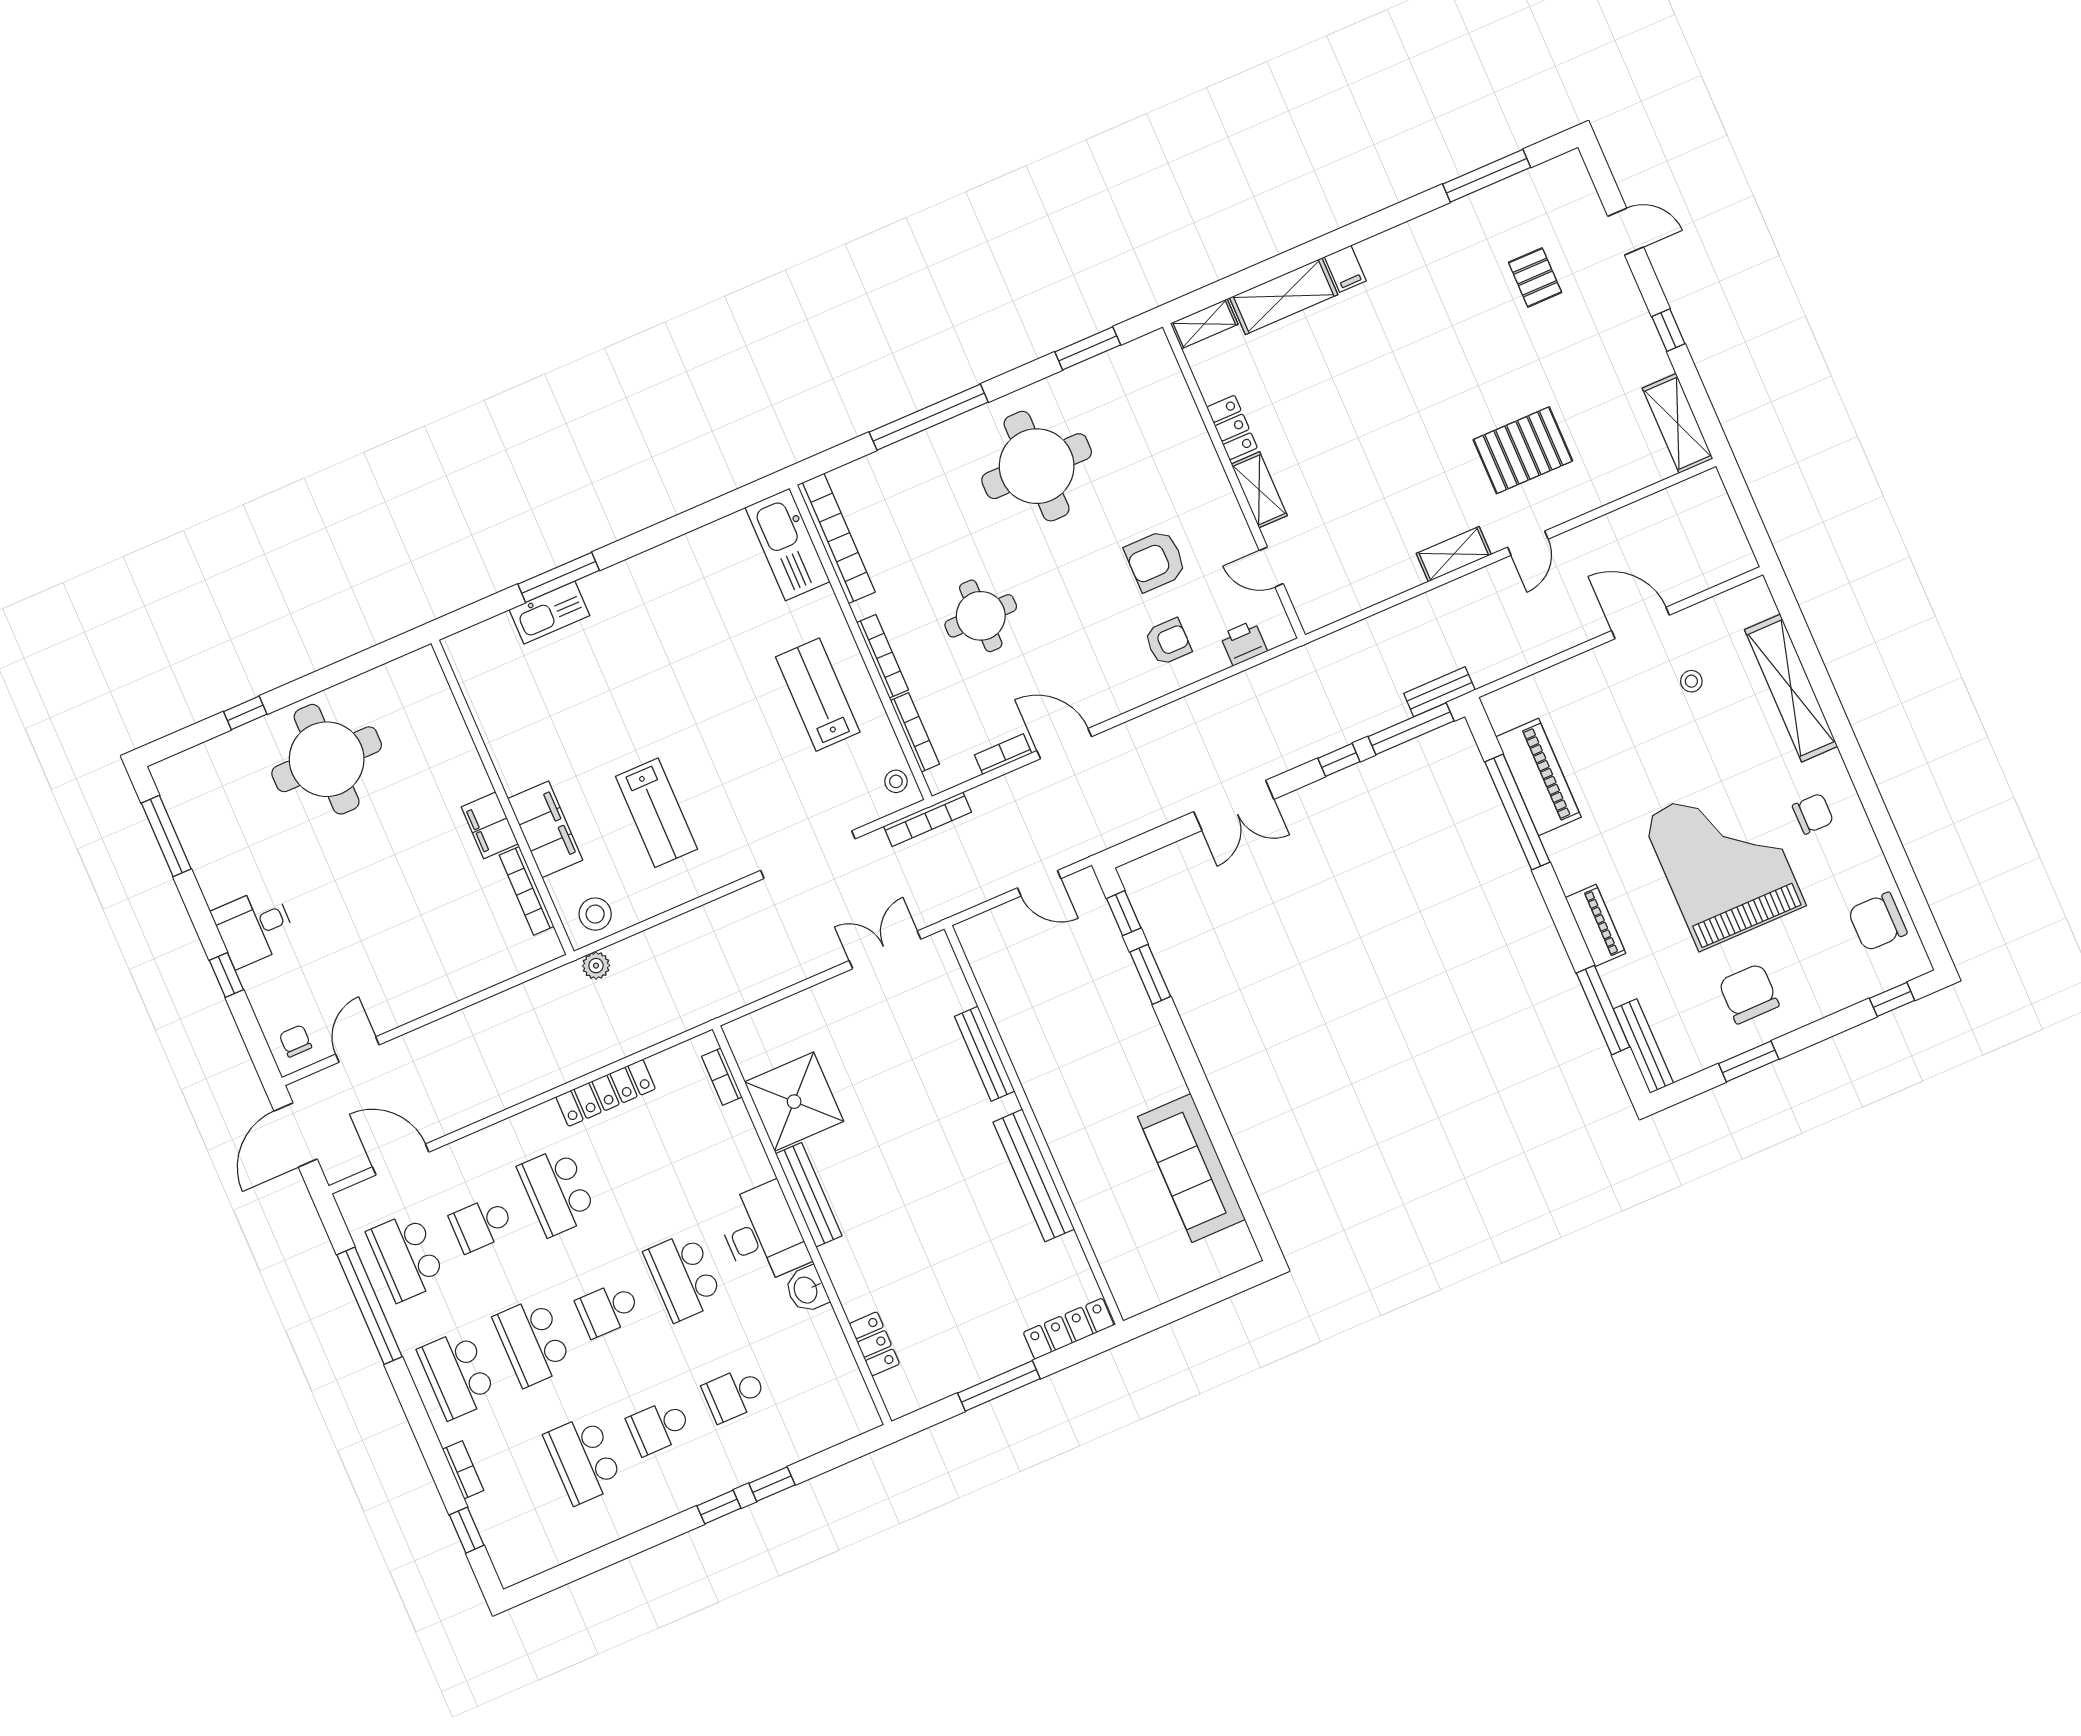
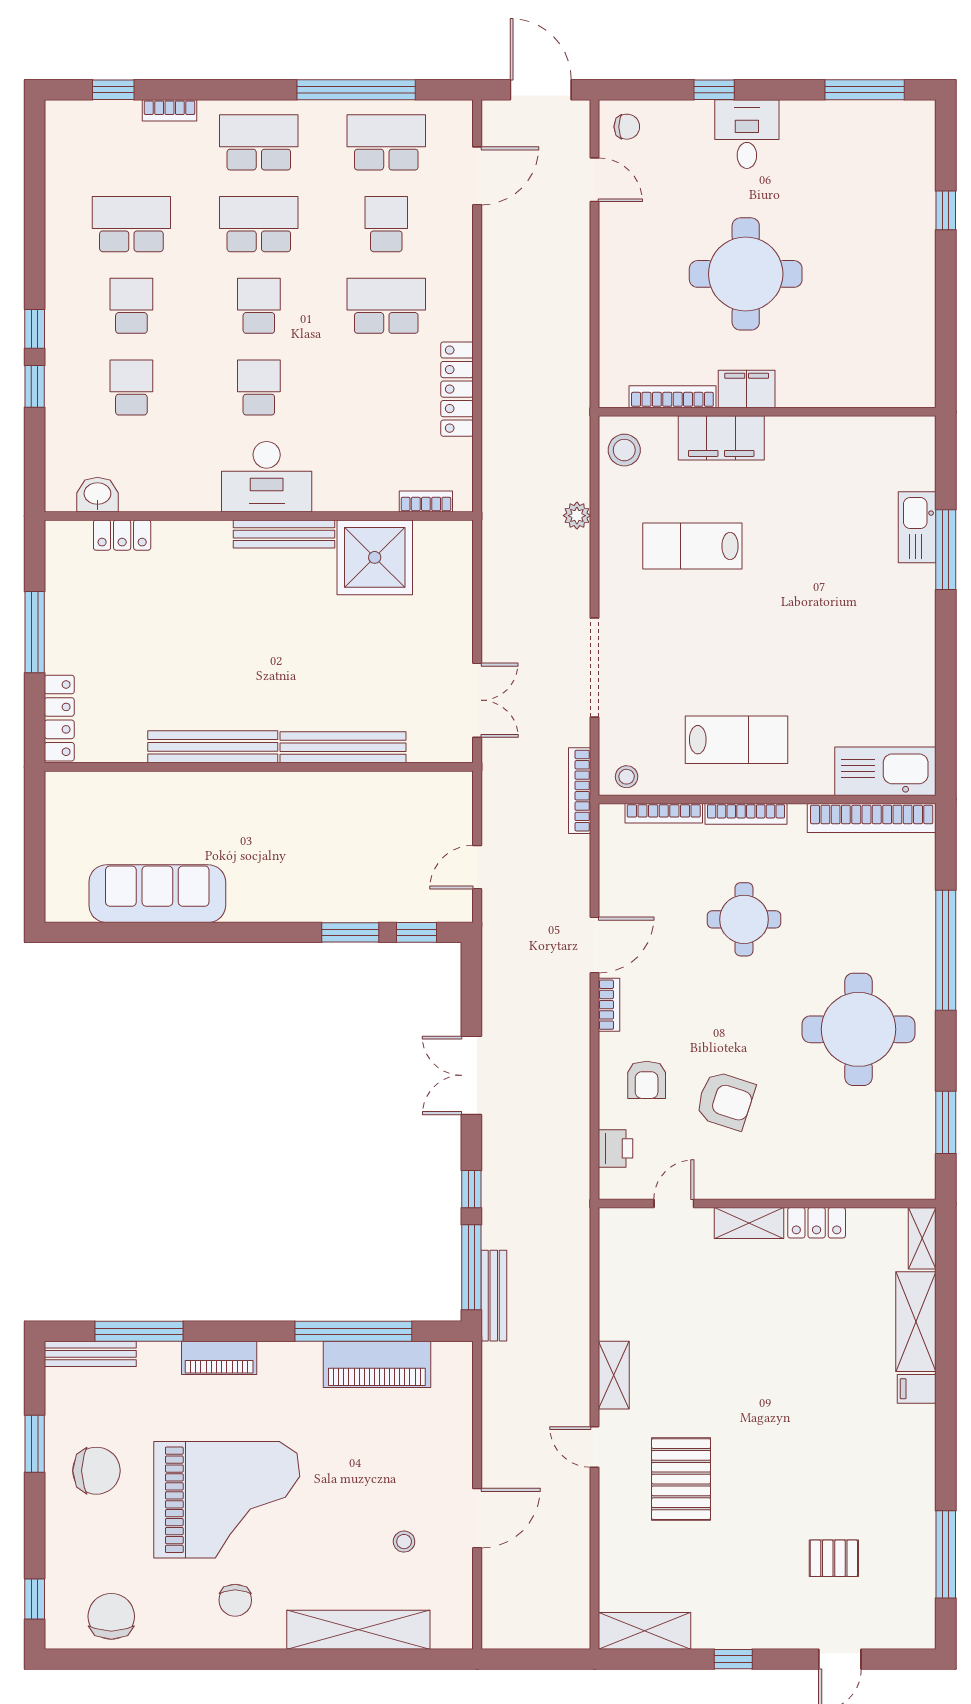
armchair: (1156, 561) -> (725, 1100), turned 108
bench: (1439, 692) -> (494, 1296), width x1.36
bookcase: (1003, 754) -> (609, 1005), moved
round table: (327, 759) -> (746, 274), moved
plant: (596, 966) -> (577, 516), moved
bench: (985, 1054) -> (343, 747), width x1.37, depth x1.21
school desk: (683, 1277) -> (259, 387), width x0.54
washbasin: (806, 1290) -> (97, 495), moved

